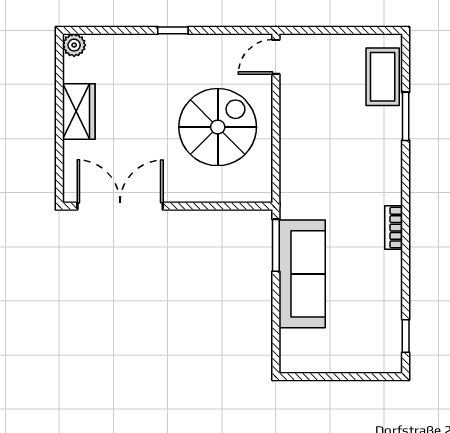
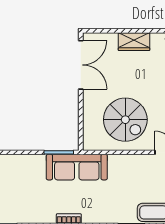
sofa: (302, 274) -> (77, 167), moved

